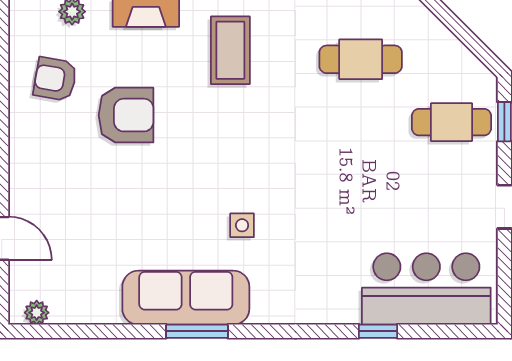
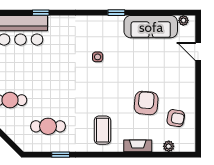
armchair: (126, 115) -> (146, 103), turned 95
sofa: (186, 298) -> (151, 27), moved
window: (197, 331) -> (116, 13), width x0.67

